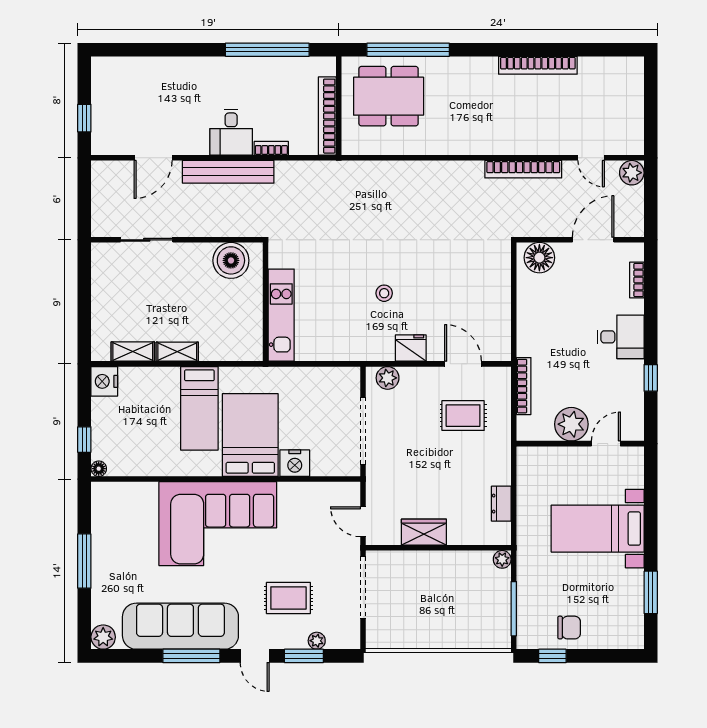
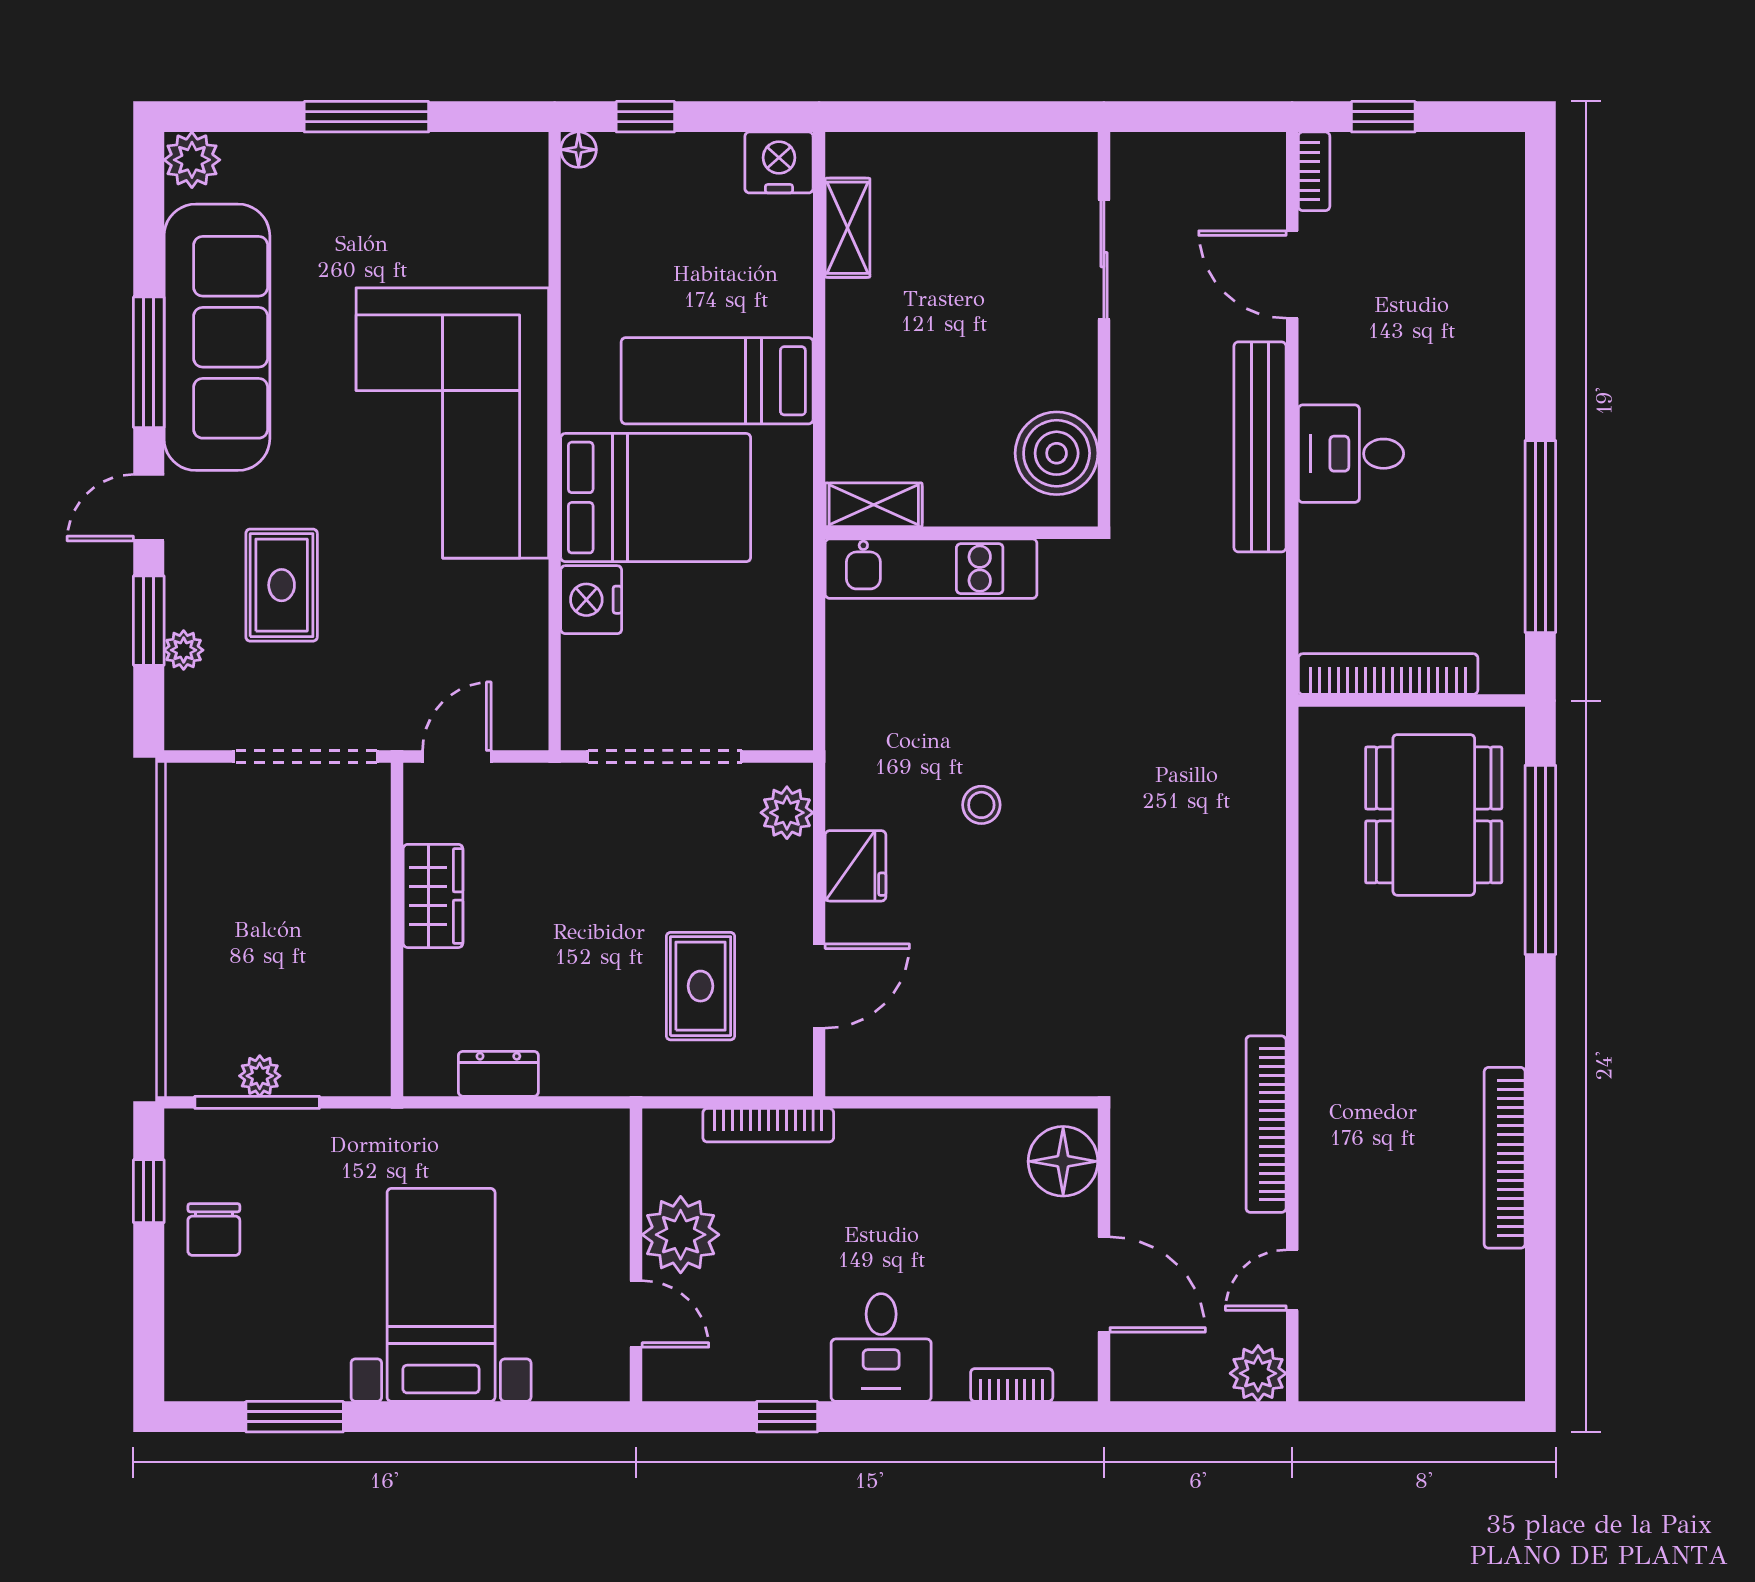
bookcase: (271, 148) -> (1314, 171), moved
shelving: (177, 352) -> (874, 505), moved, turned 90
plant: (502, 559) -> (260, 1076), moved

